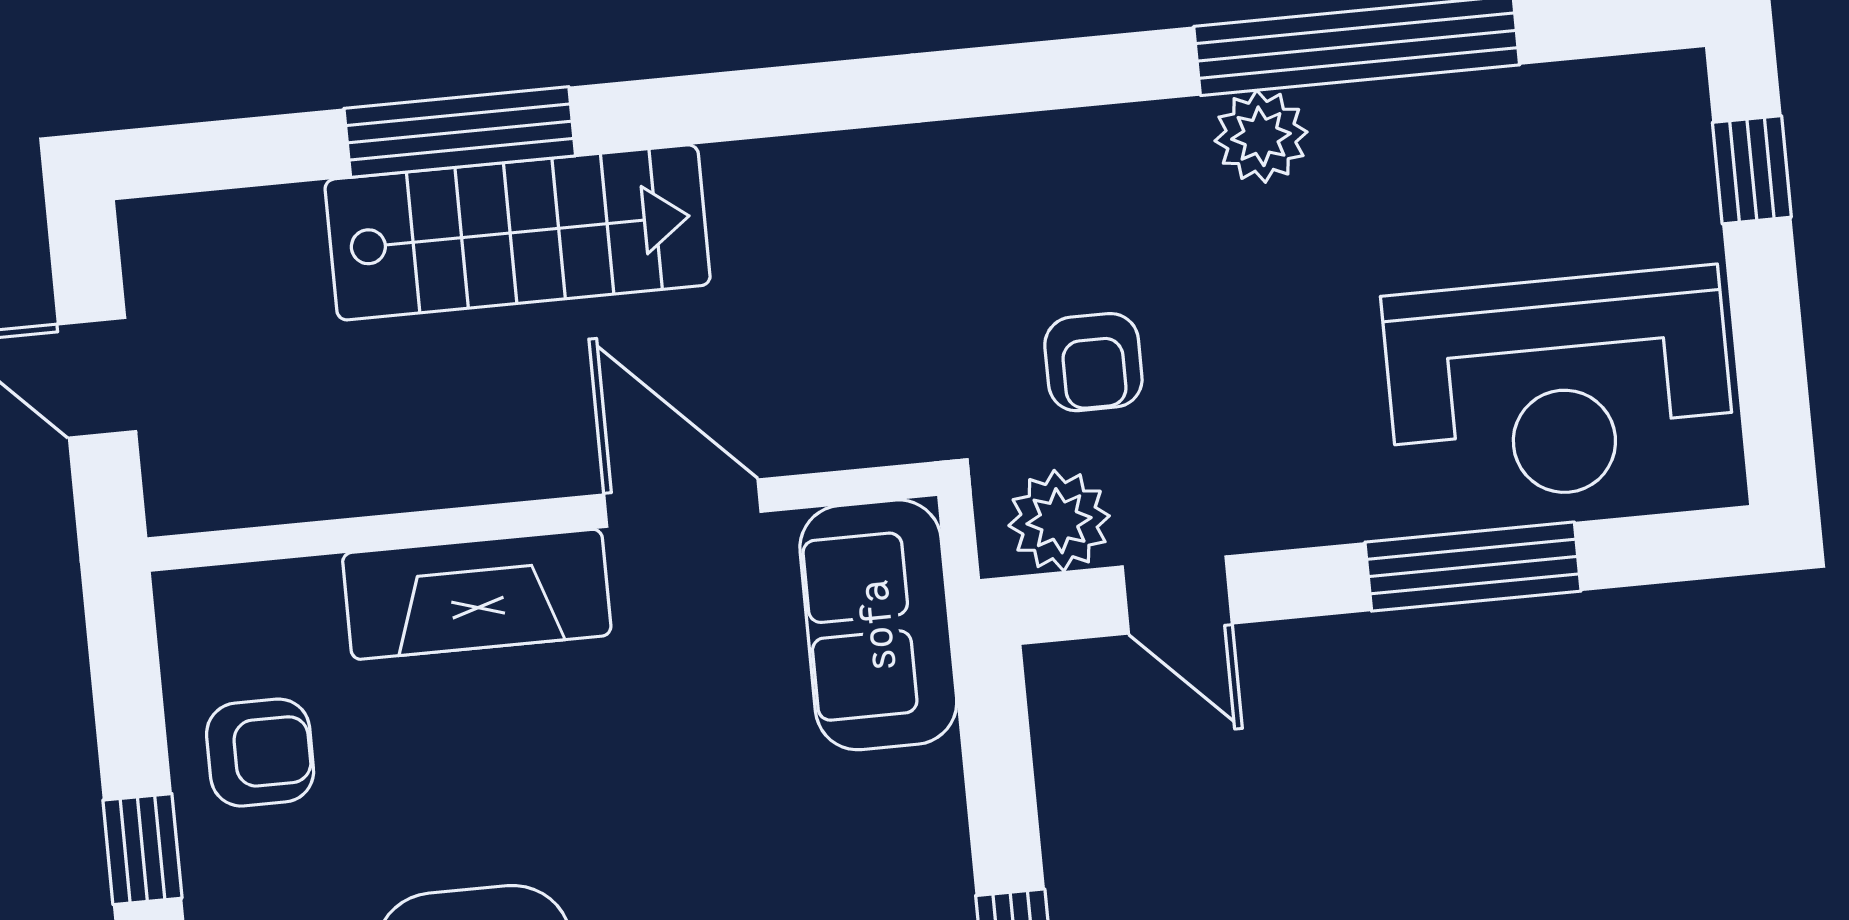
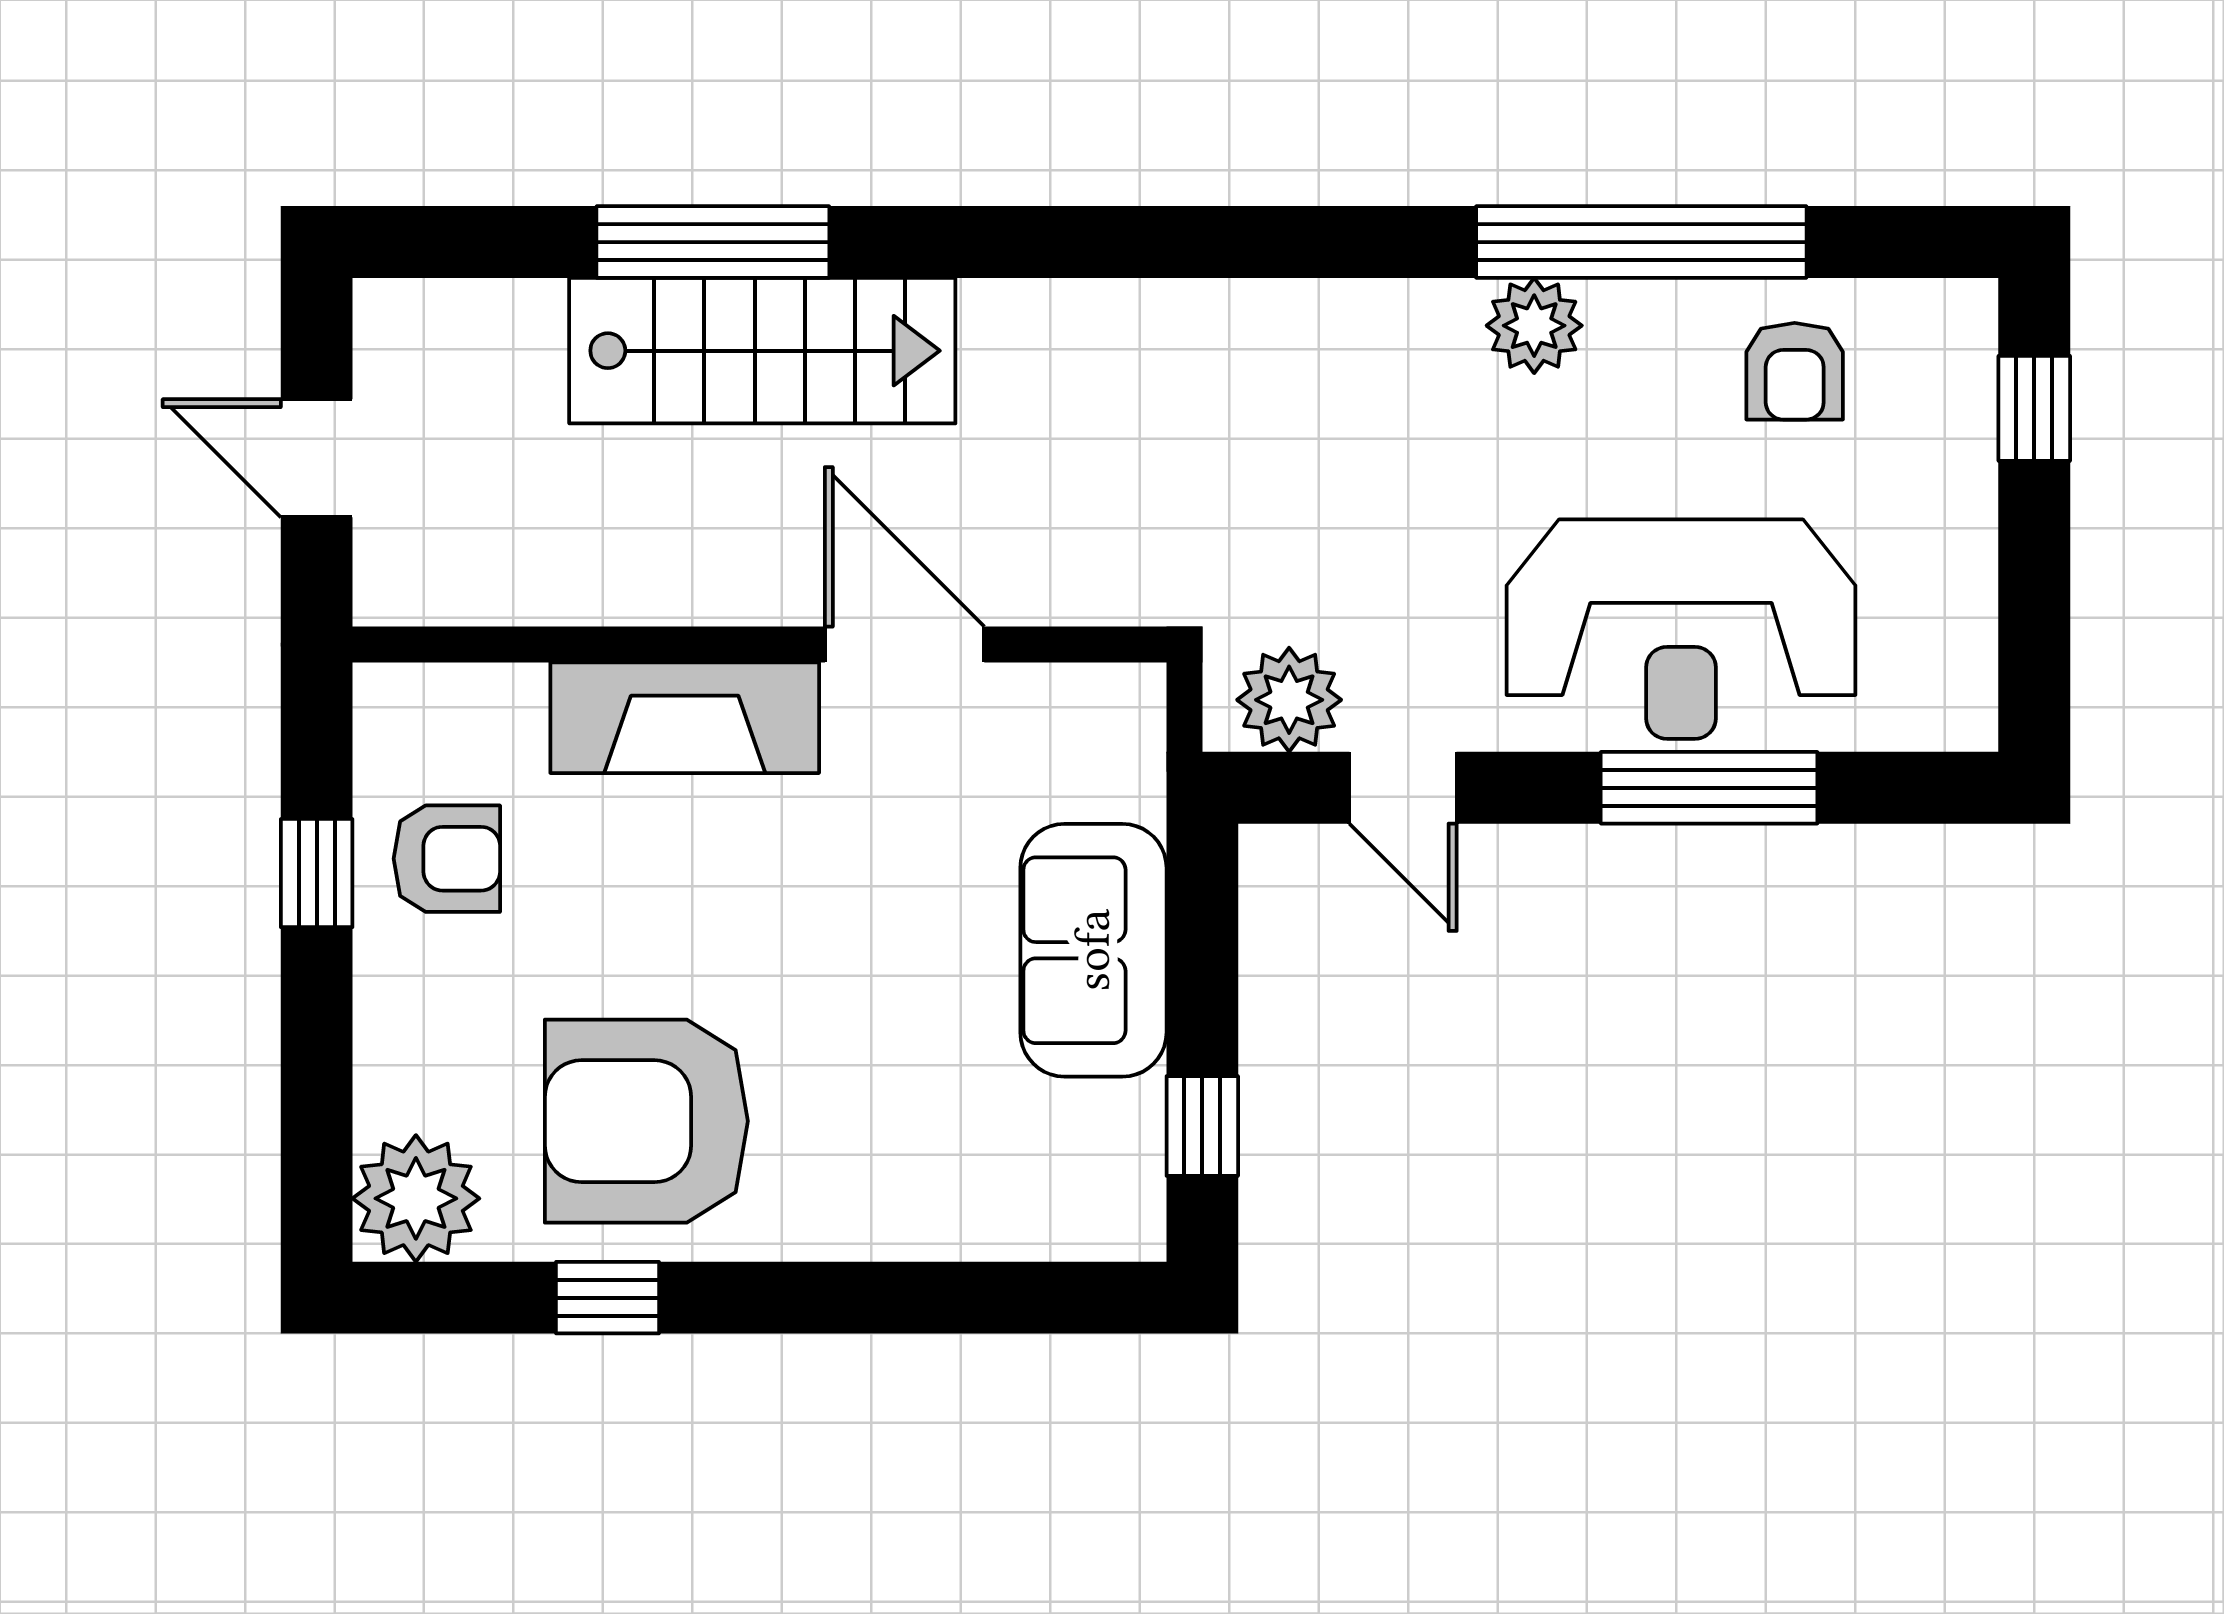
armchair: (1093, 362) -> (1795, 371), moved
reception desk: (1559, 386) -> (1681, 629), moved
sofa: (878, 625) -> (1093, 950), moved
window: (142, 849) -> (317, 873), moved

